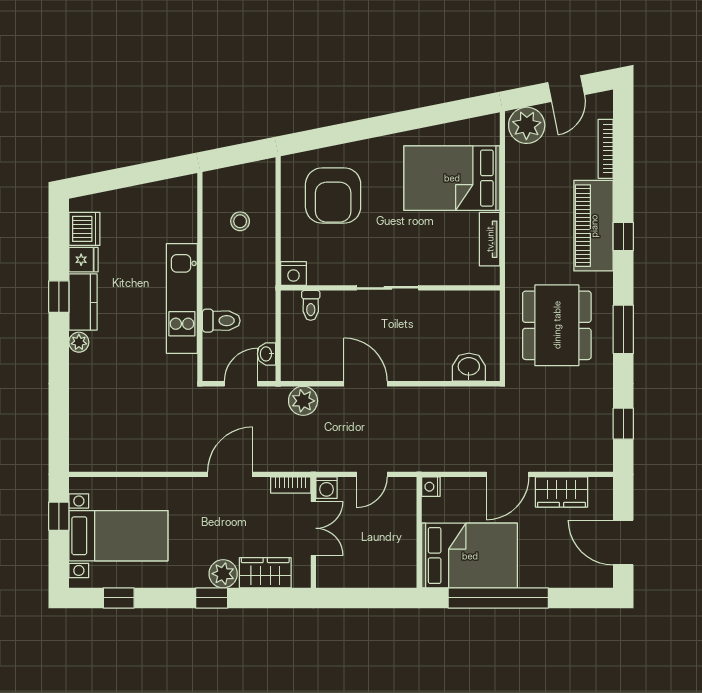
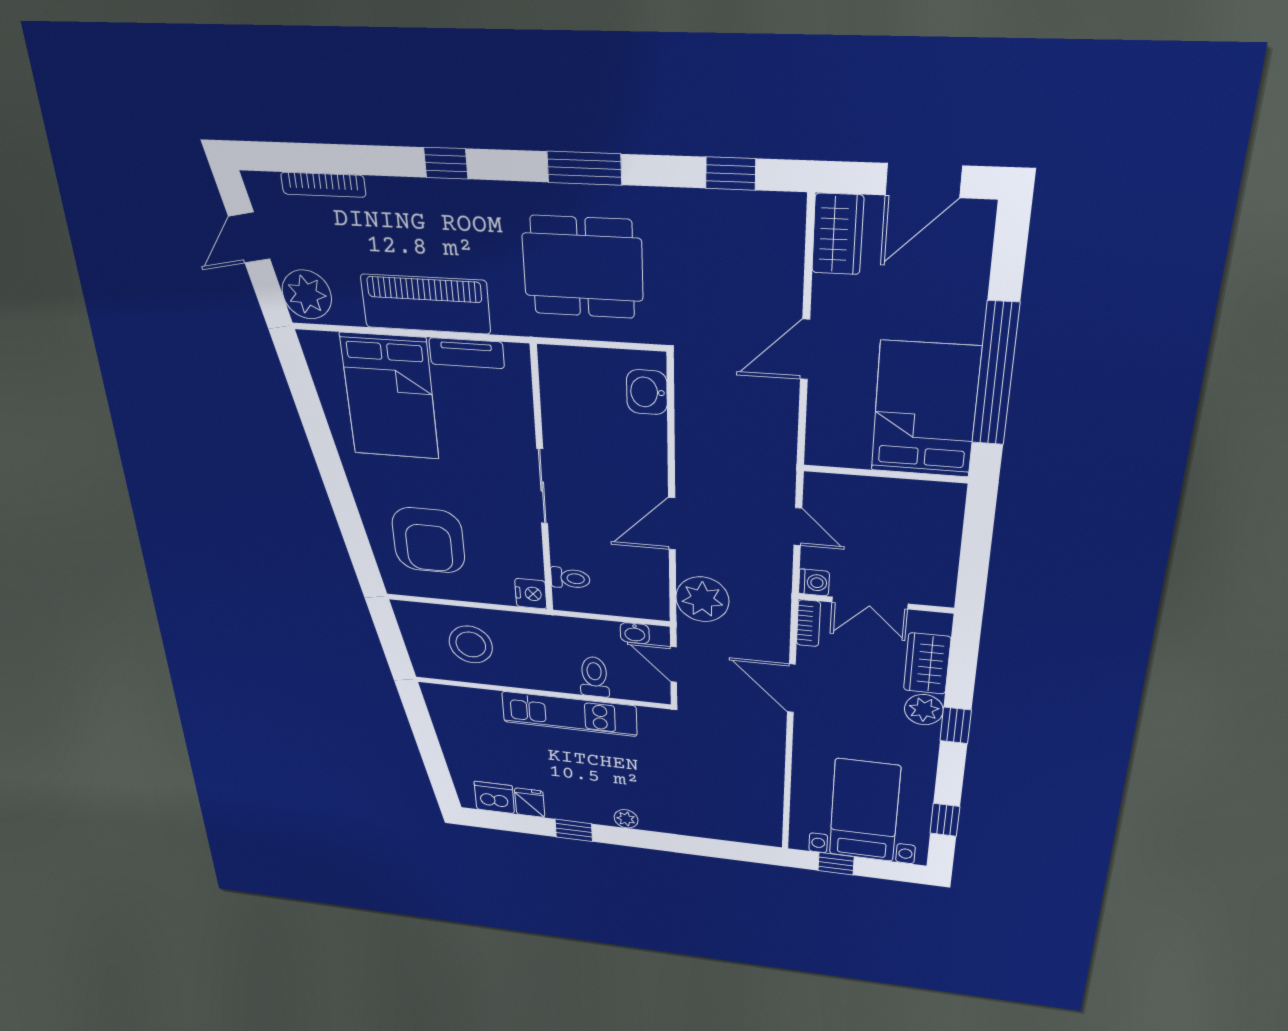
door: (566, 89) -> (249, 238), swing flipped
armchair: (333, 195) -> (428, 540), turned 90
stool: (240, 221) -> (471, 644), width x1.89, depth x1.89
piano: (594, 226) -> (426, 304), moved, turned 180
kitchen counter: (83, 302) -> (579, 809), removed
plant: (303, 401) -> (702, 599), width x1.36, depth x1.36
door: (508, 474) -> (805, 349), swing flipped
nightstand: (431, 487) -> (819, 454), removed
wardrobe: (561, 492) -> (838, 234), moved
double door: (313, 528) -> (870, 603), swing flipped

